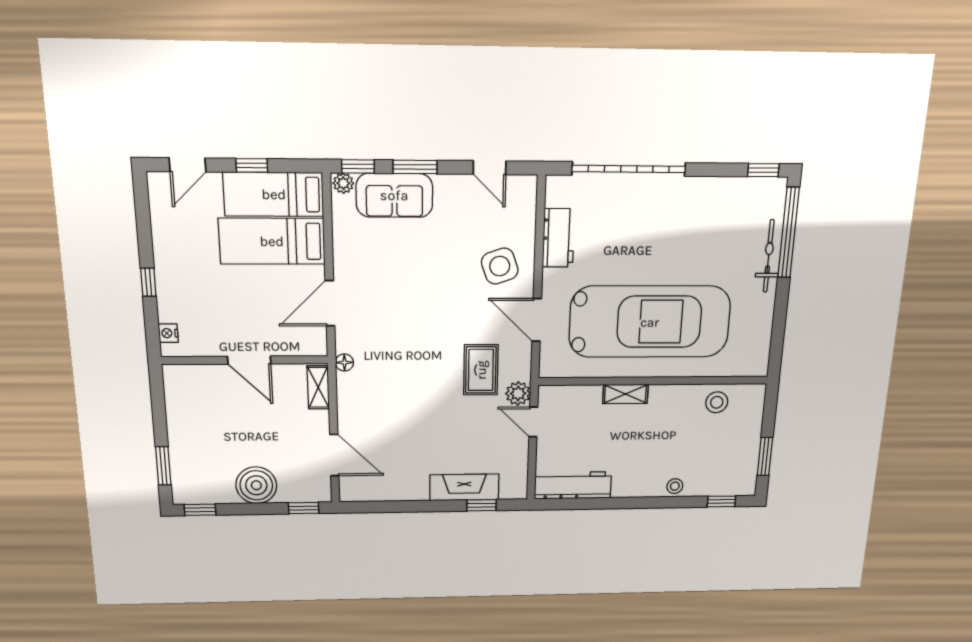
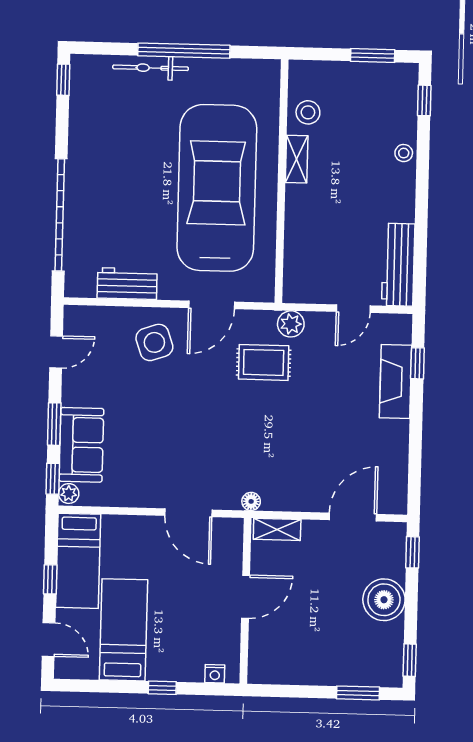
window: (789, 233) -> (184, 51), moved
bed: (272, 241) -> (123, 630), moved, turned 180
shelving: (625, 394) -> (297, 159), moved
door: (533, 422) -> (353, 309), moved

